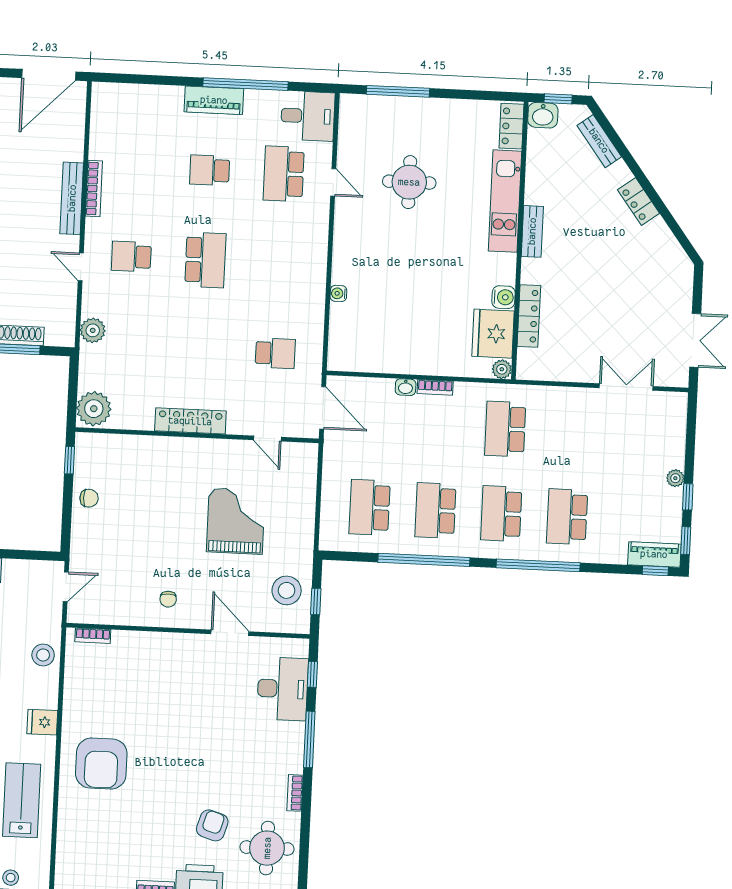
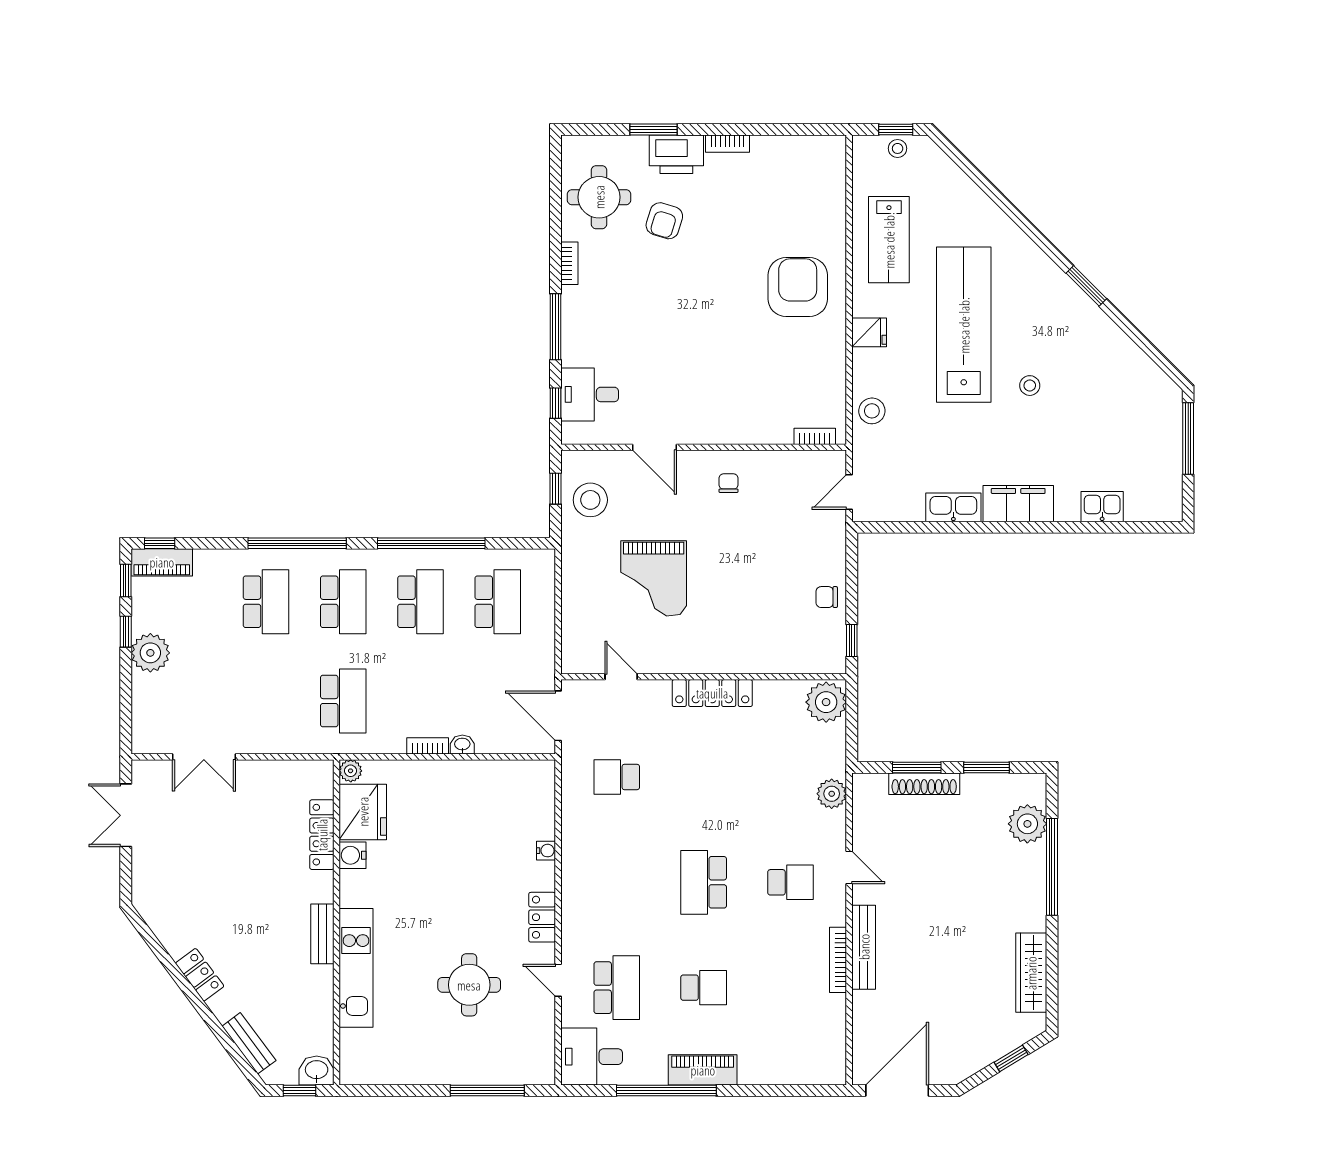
locker: (512, 126) -> (542, 917), moved, turned 180
plant: (675, 478) -> (150, 653), width x1.87, depth x1.87
desk: (283, 689) -> (590, 394), width x0.73

